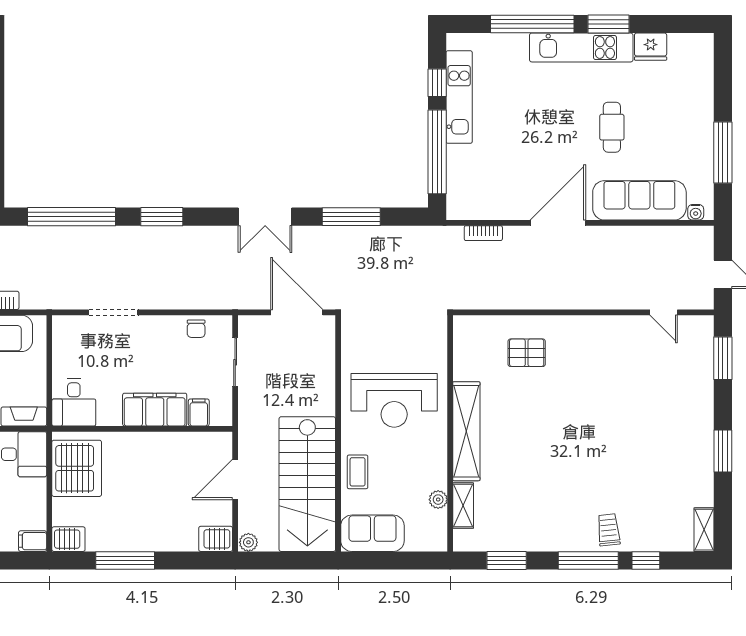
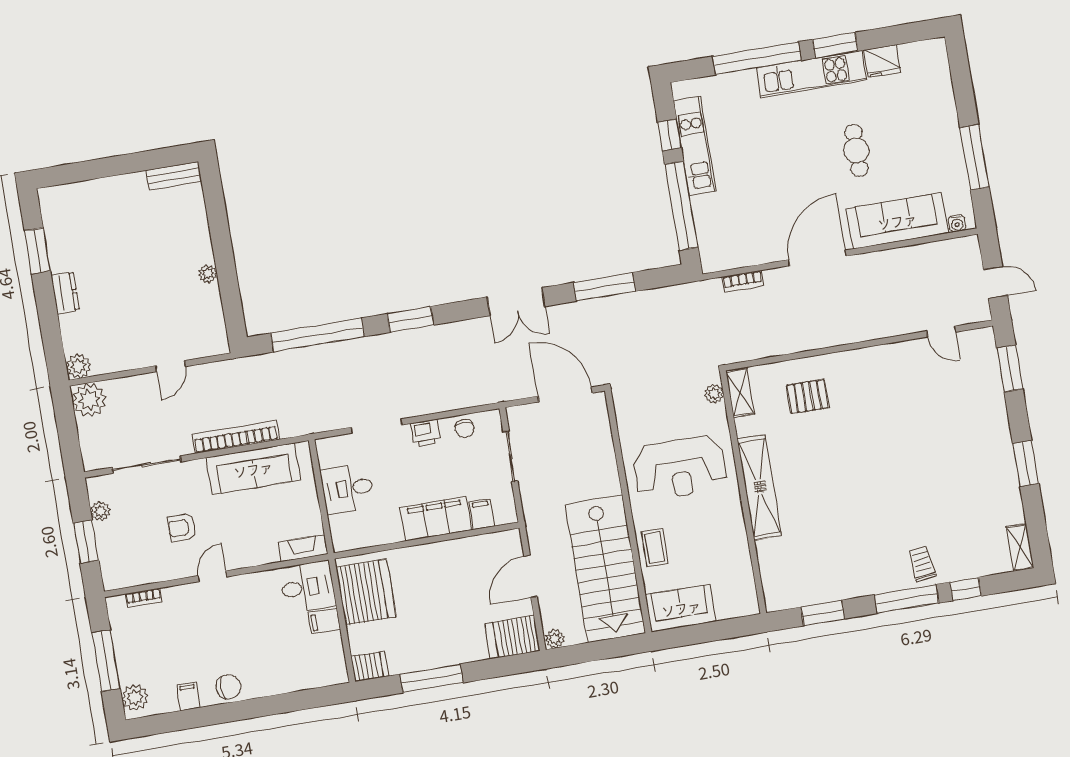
printer: (158, 327) -> (426, 433), added
desk: (74, 403) -> (348, 489), moved, turned 90
plant: (438, 500) -> (714, 394), moved
shelving: (463, 506) -> (740, 392), moved
server rack: (216, 539) -> (512, 637), width x1.36, depth x1.44
filing cabinet: (33, 541) -> (324, 621), moved

